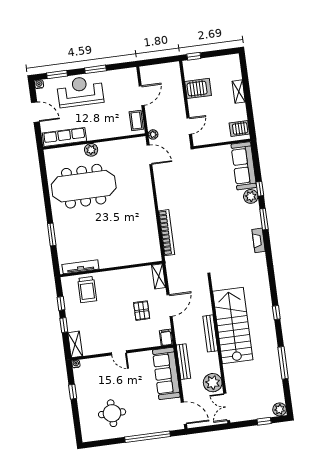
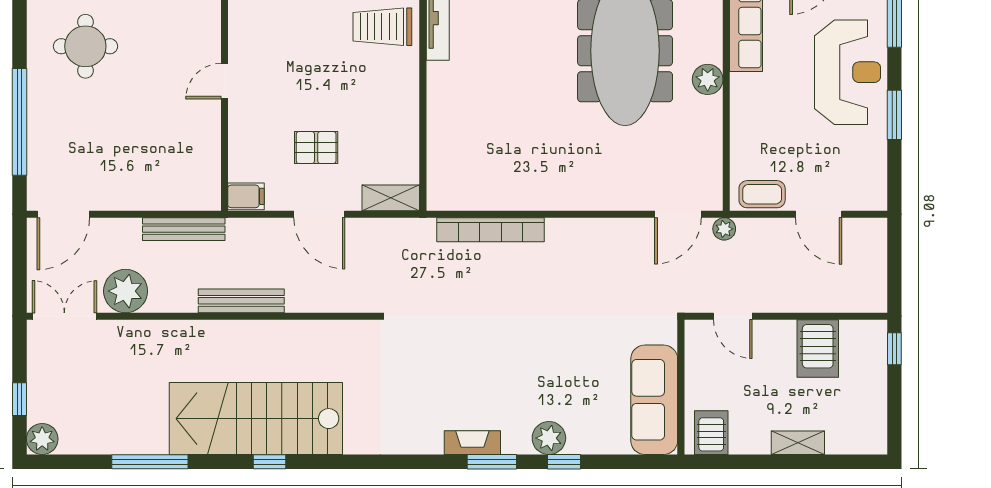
sofa: (244, 166) -> (654, 400), moved, turned -90
fireplace: (259, 240) -> (472, 443), moved
stairs: (233, 326) -> (256, 419), moved, turned 180
sofa: (166, 373) -> (161, 186), removed

